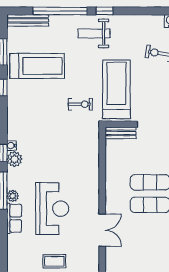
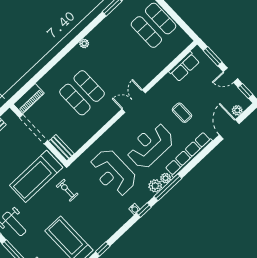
reception desk: (59, 156) -> (113, 173), added
plant: (14, 159) -> (155, 186), moved
row of seats: (14, 218) -> (189, 155), width x2.02

